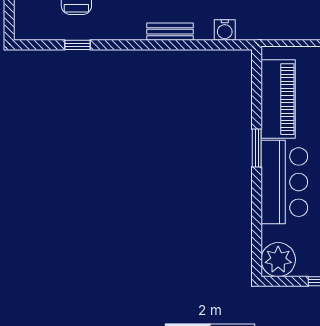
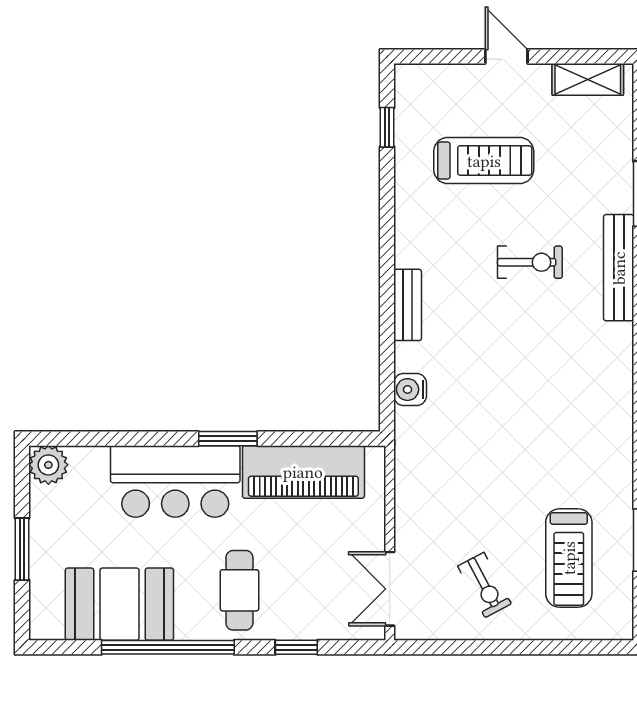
window: (77, 45) -> (387, 127), moved
plant: (278, 260) -> (48, 465), width x0.73, depth x0.73

